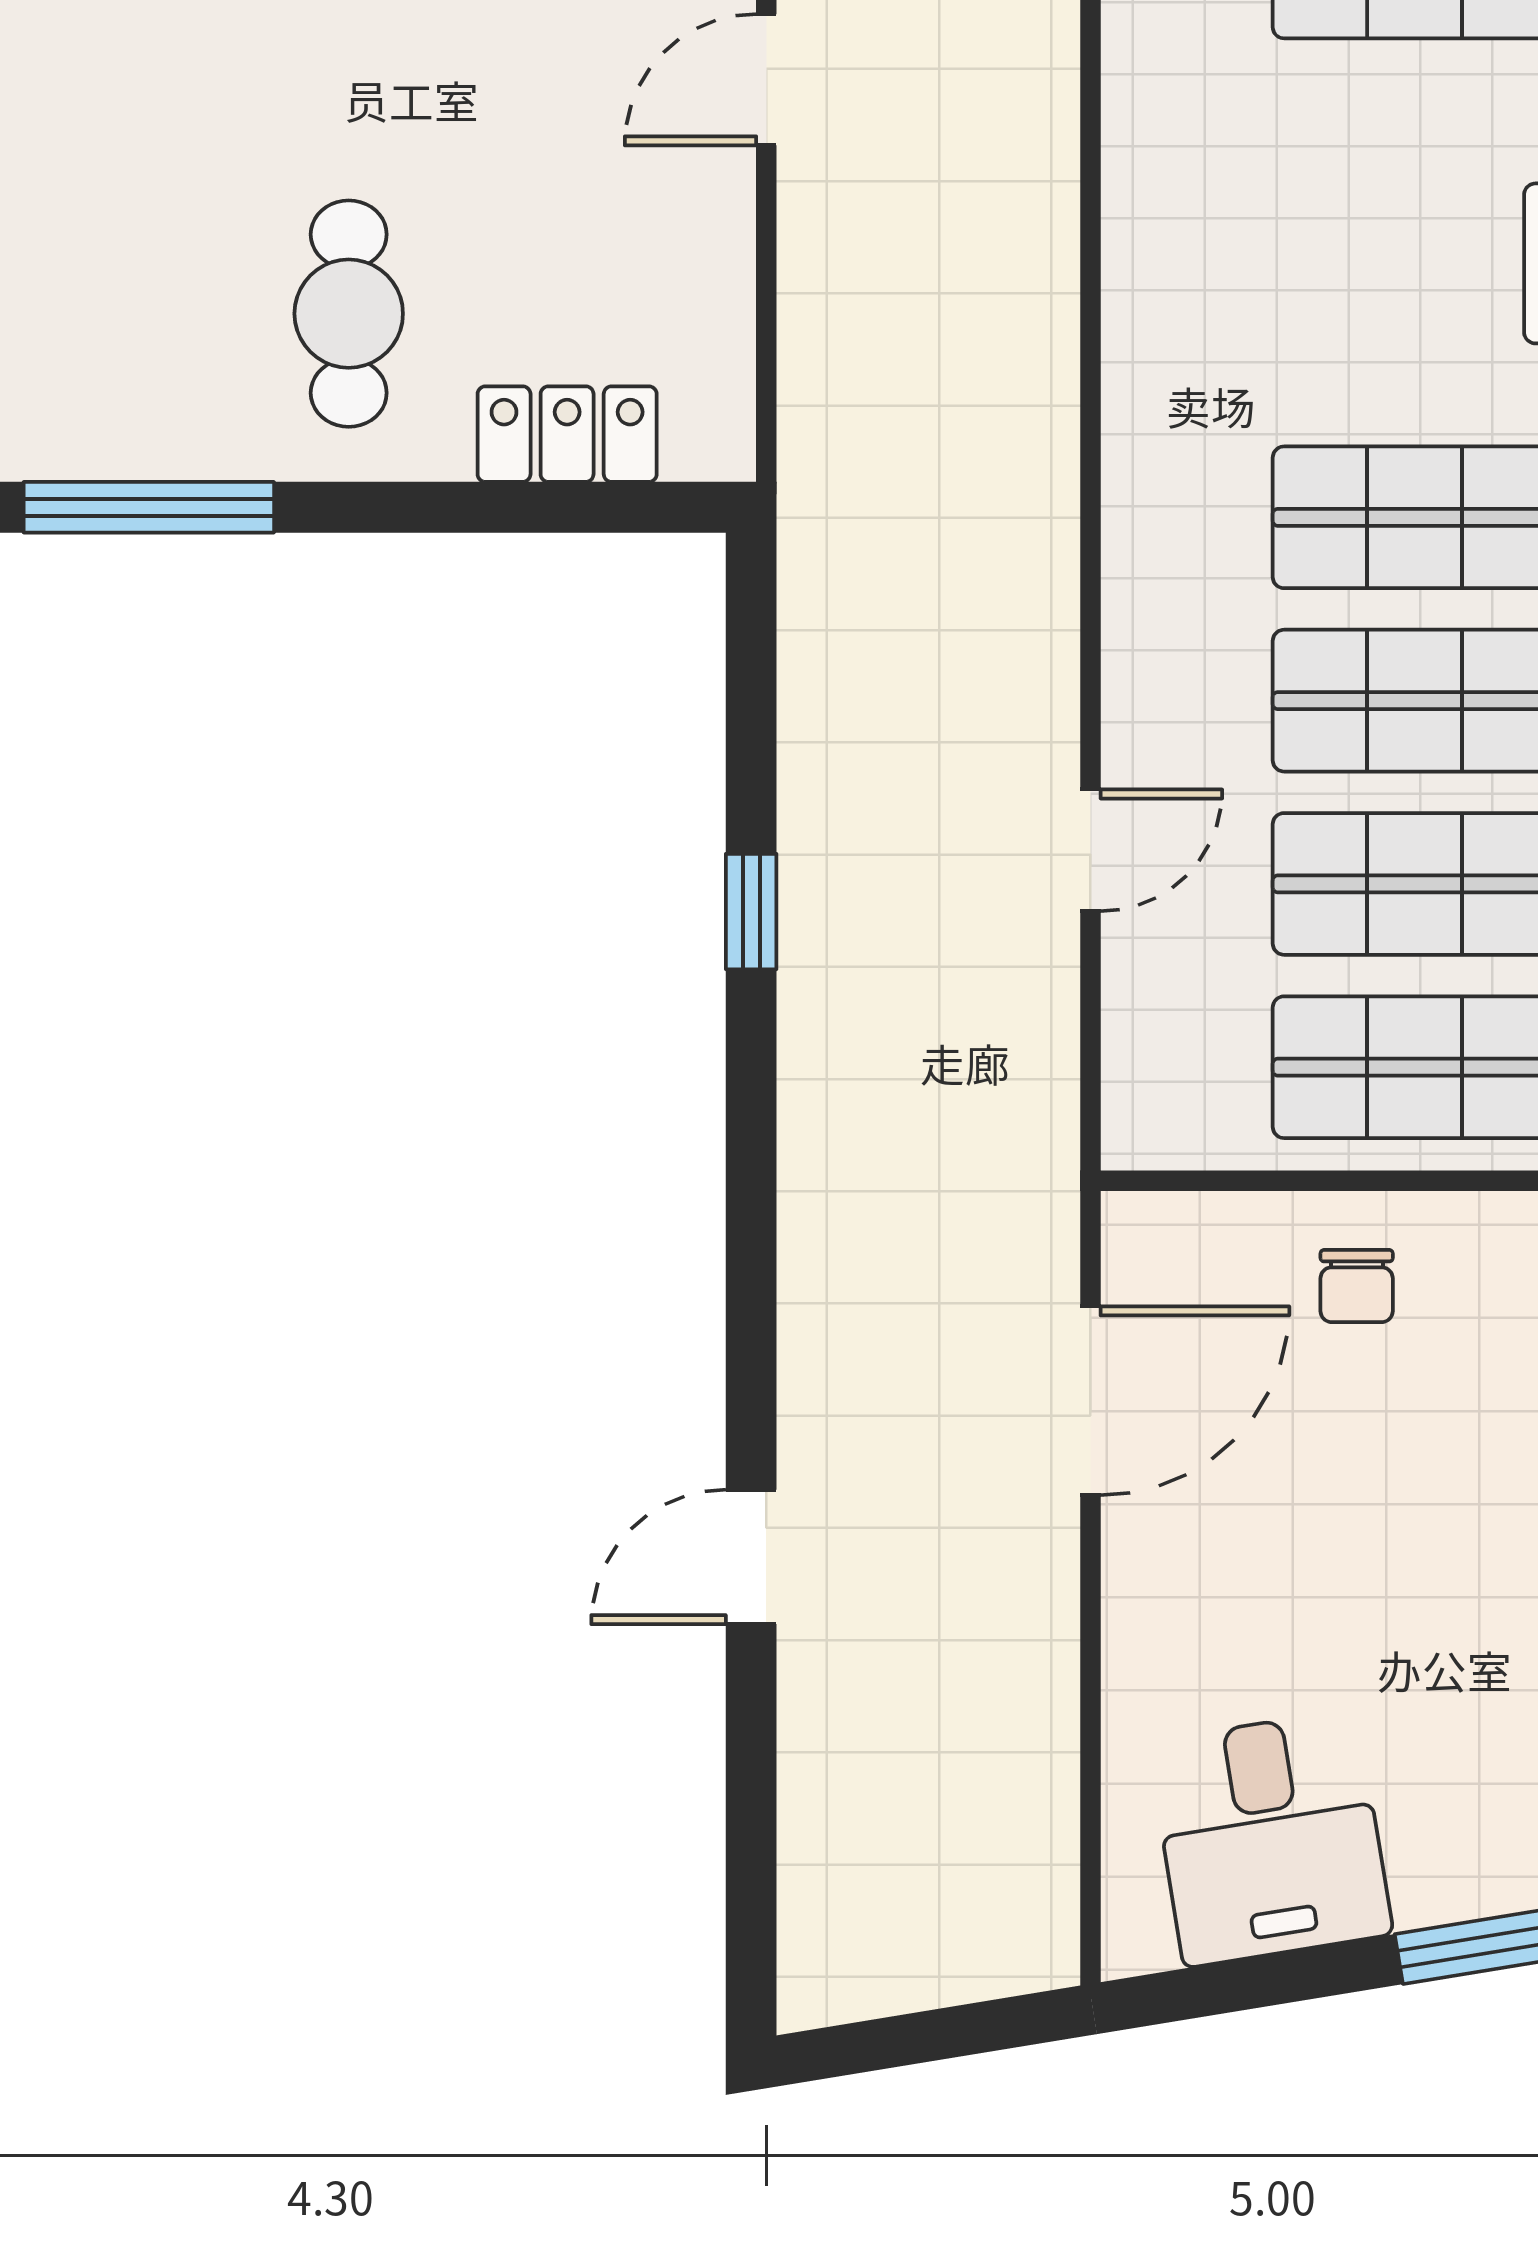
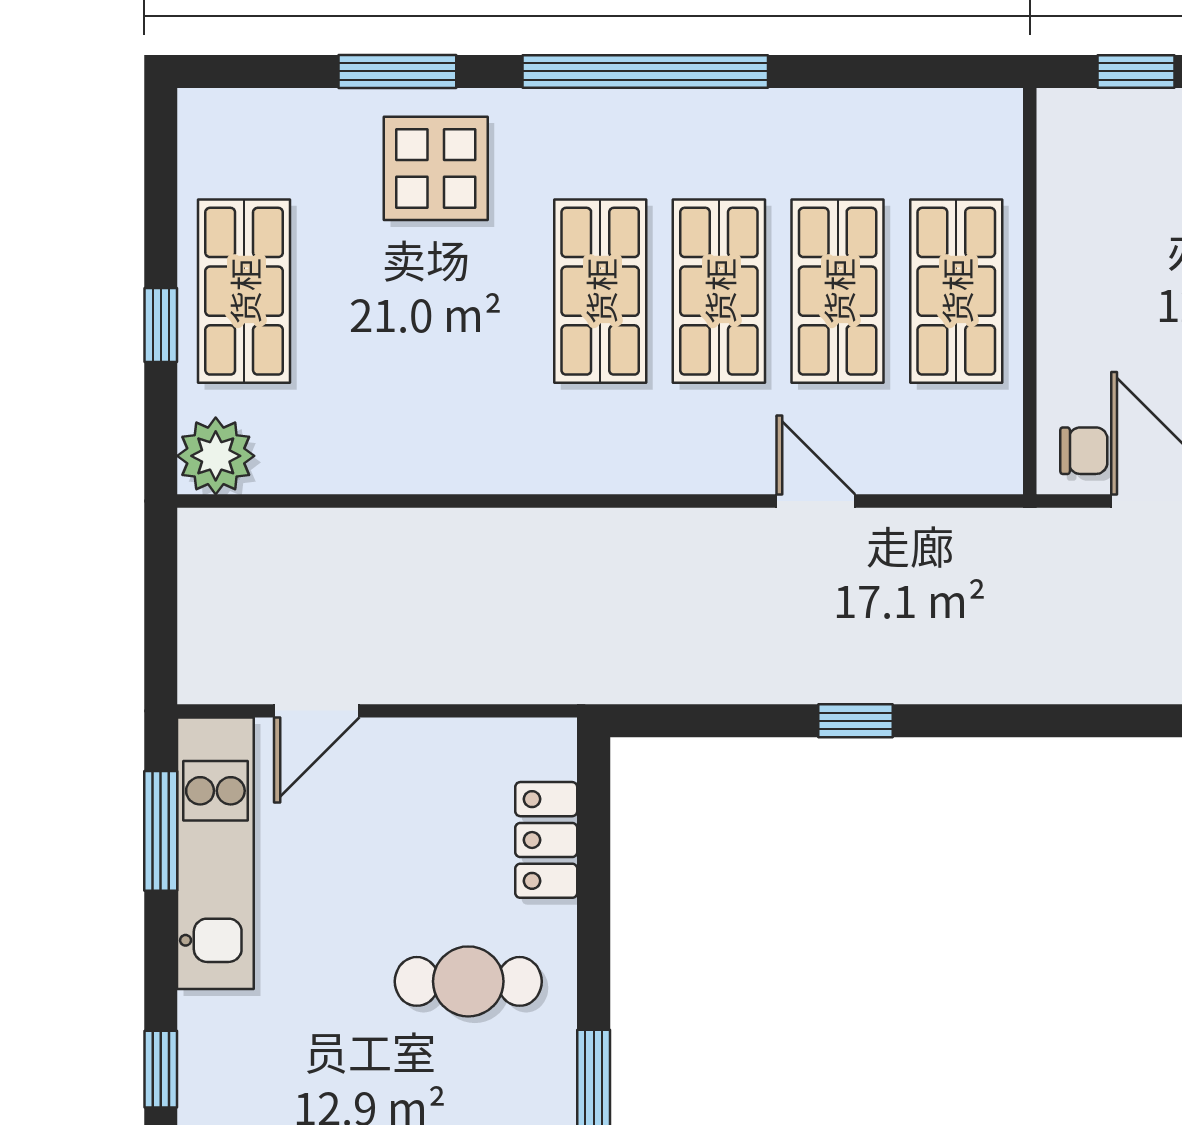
door: (766, 80) -> (317, 711), hinge flipped
chair: (1357, 1286) -> (1084, 451), moved

